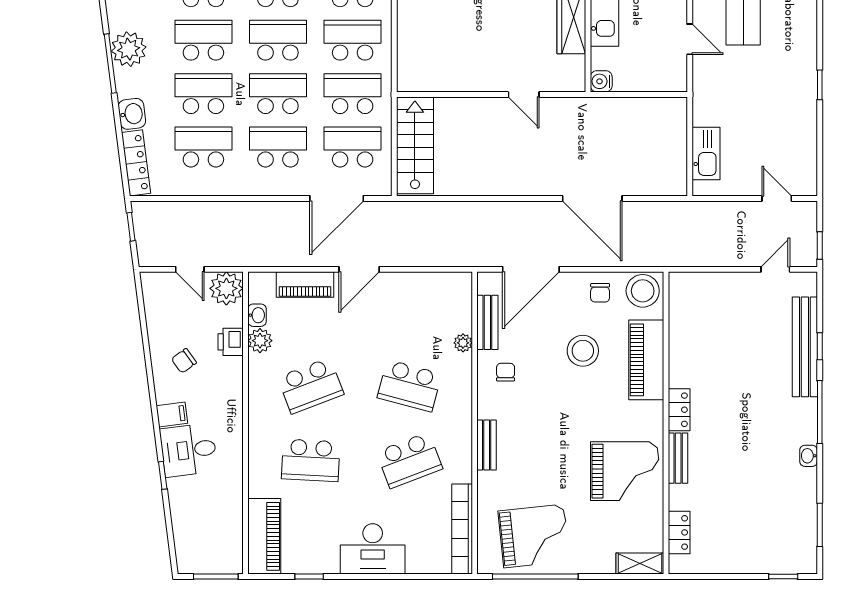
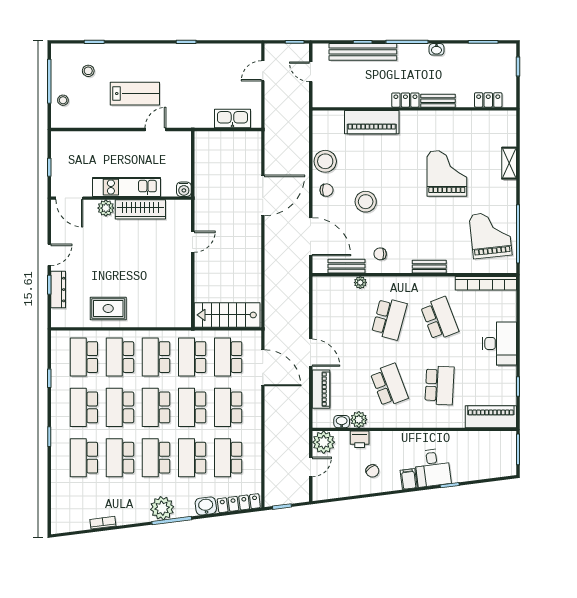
piano: (646, 360) -> (372, 122), moved
locker: (679, 410) -> (405, 100), moved
wall: (666, 423) -> (414, 109), moved
bench: (678, 458) -> (438, 101), moved
locker: (679, 532) -> (488, 100), moved

